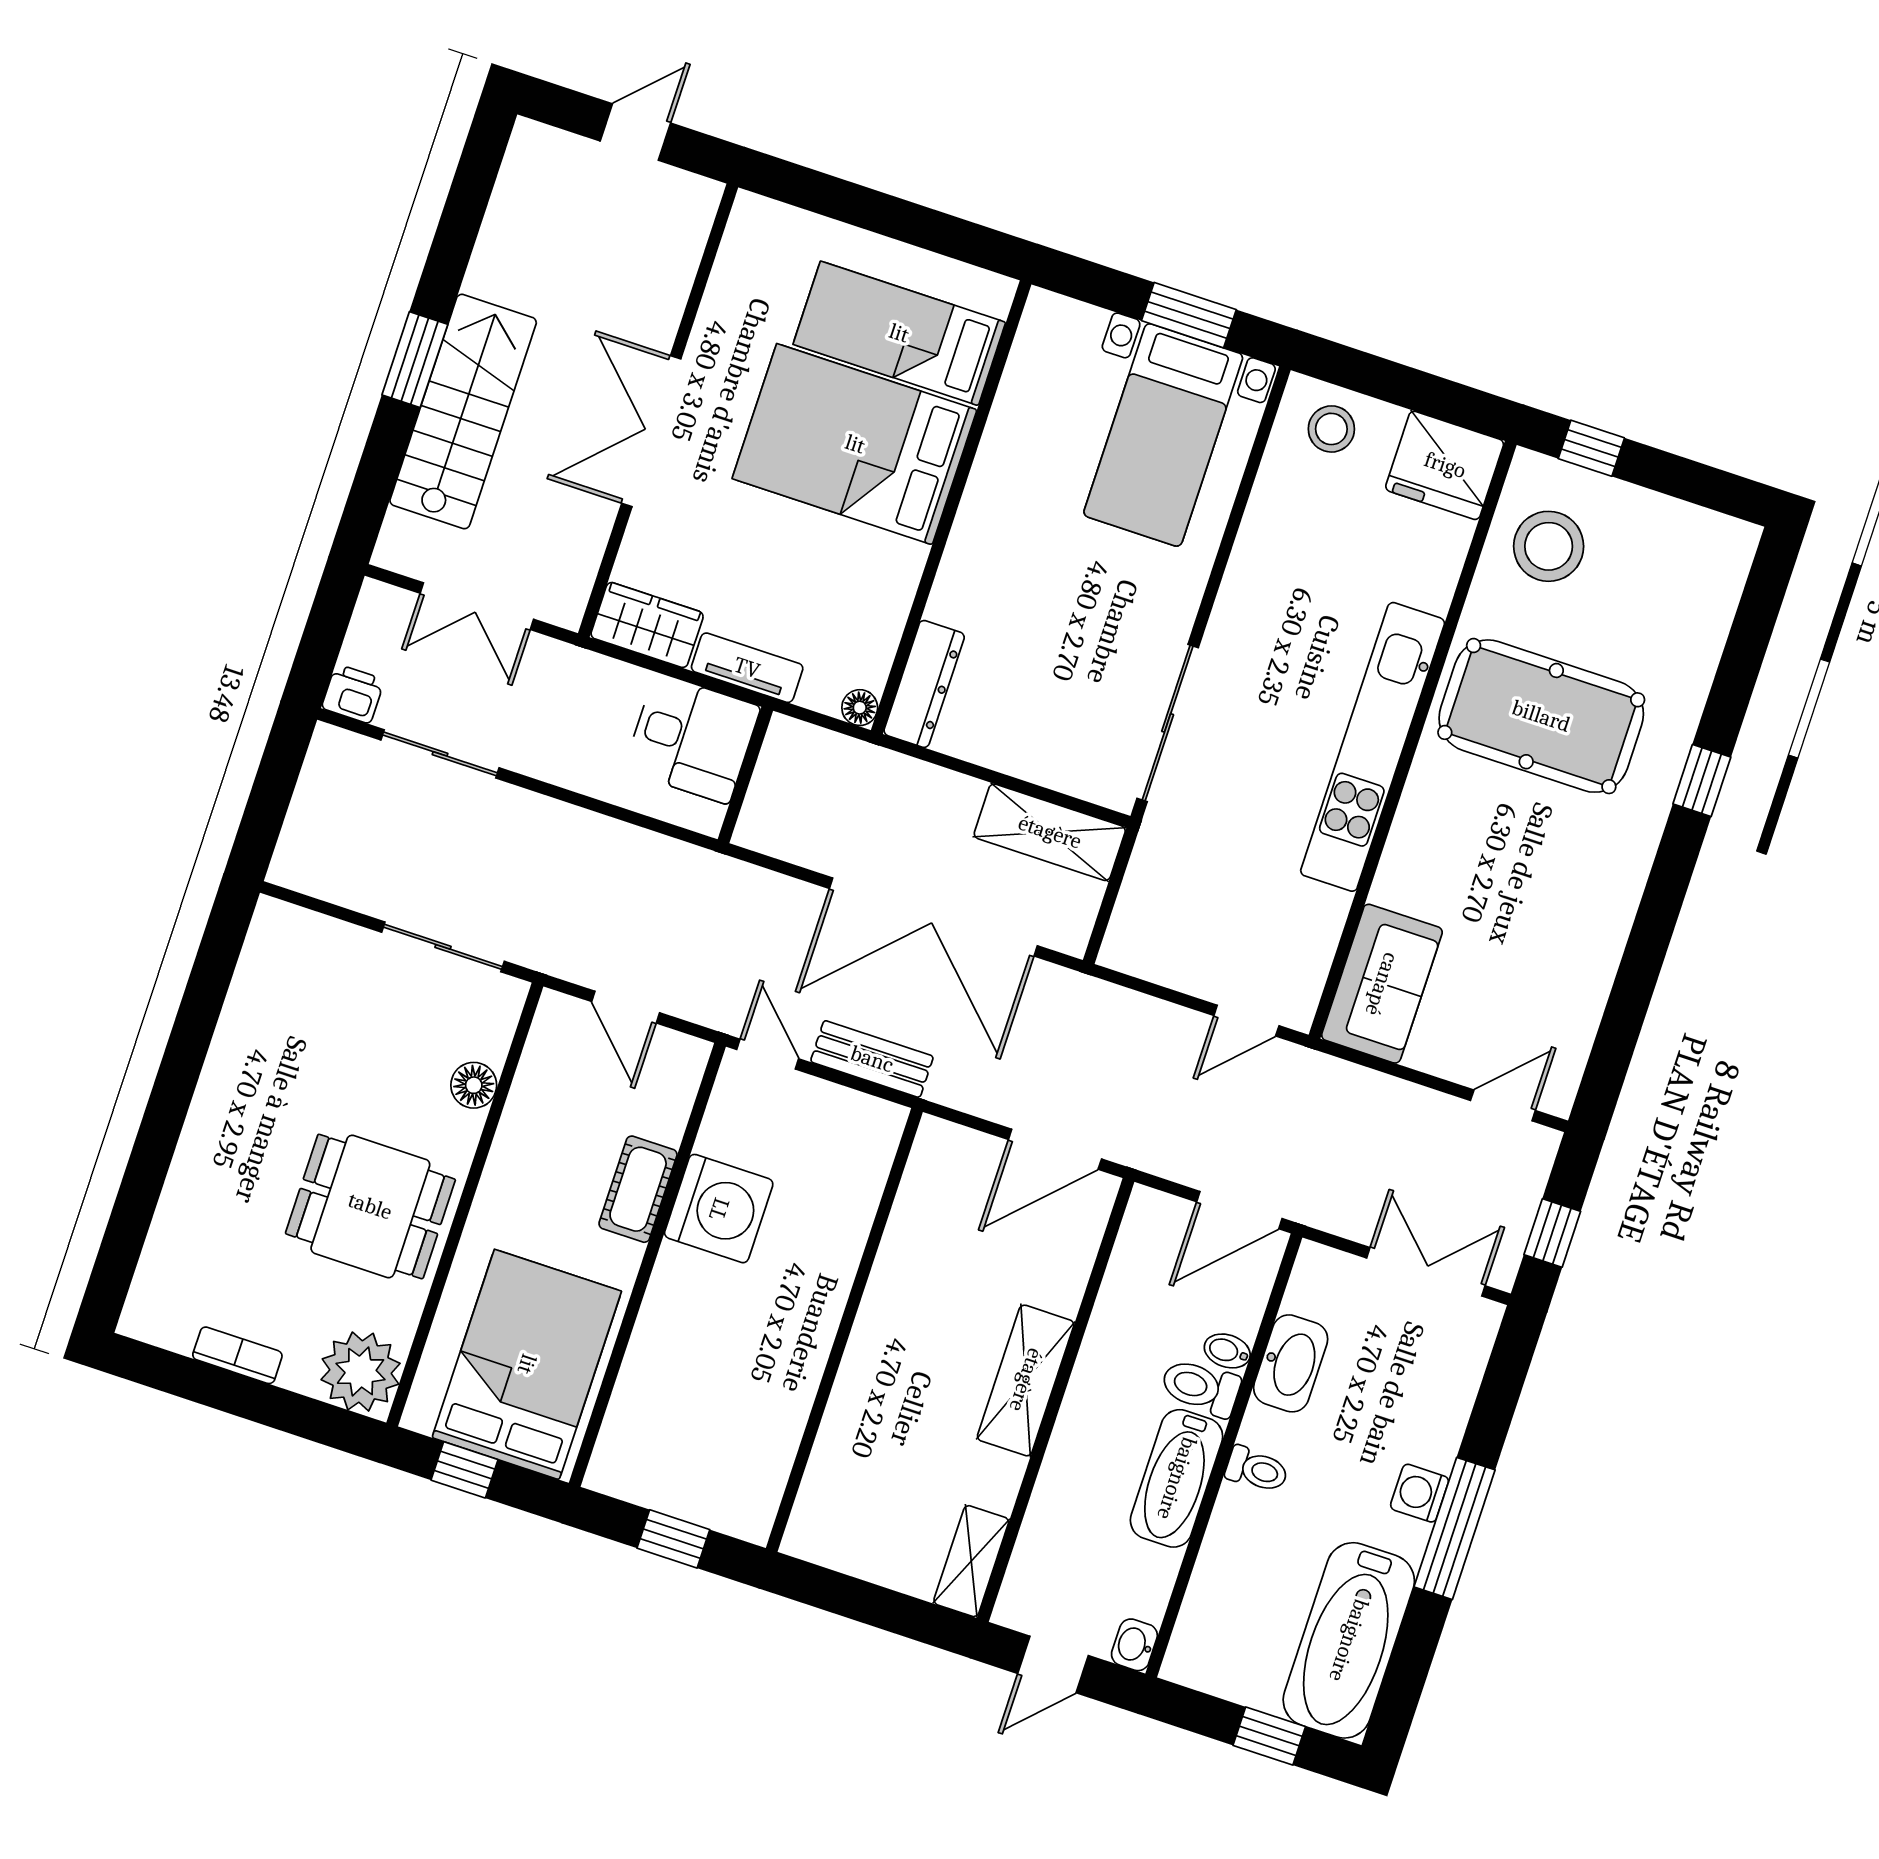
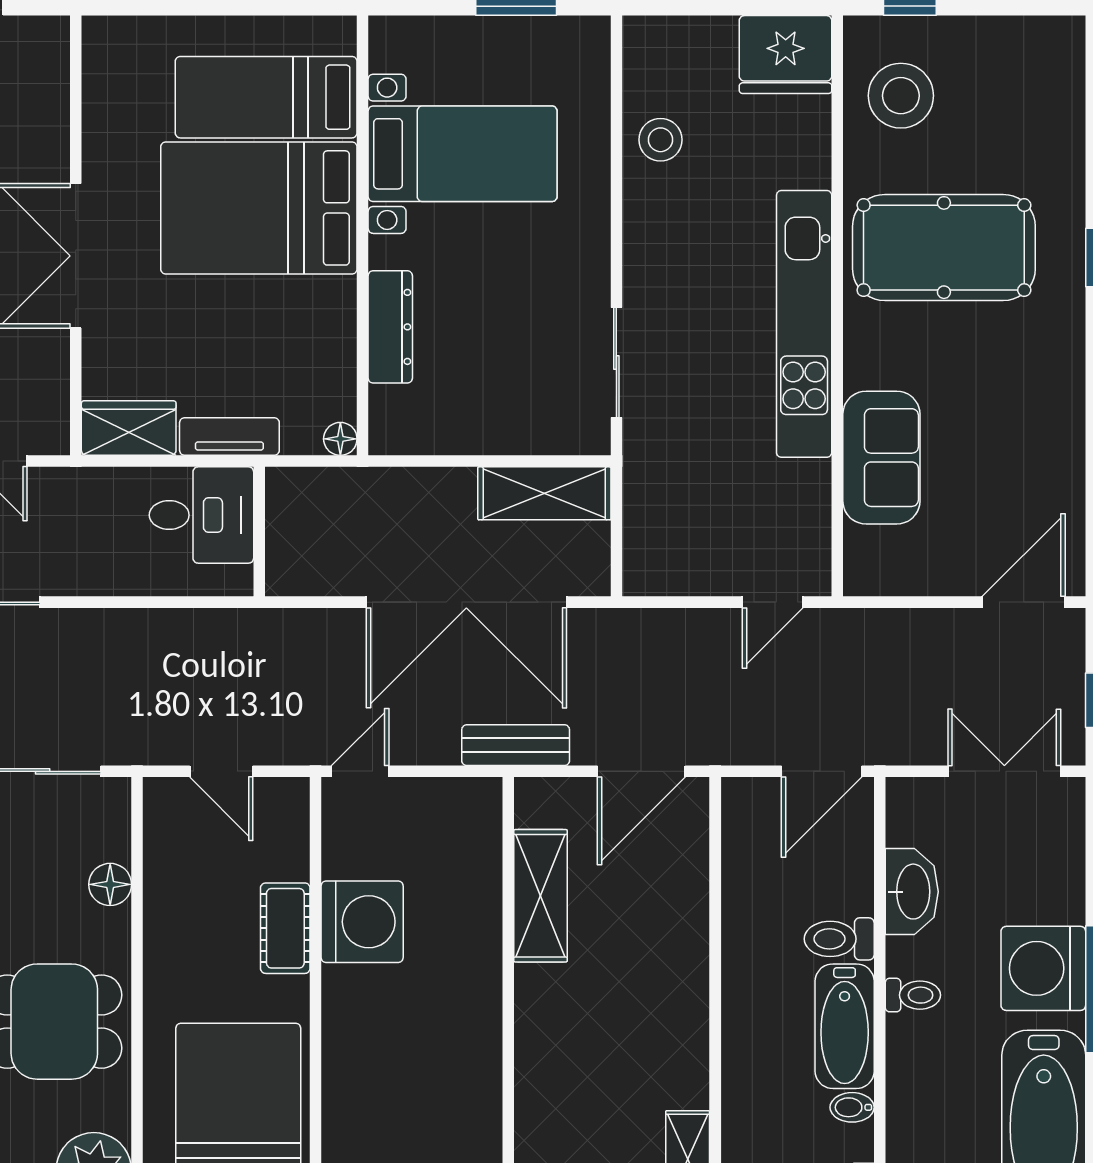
stool: (1331, 429) -> (661, 140), moved
bed with nightstands: (1163, 435) -> (463, 154), moved, turned -90
dresser: (924, 684) -> (390, 327), moved
sliding door: (1168, 723) -> (616, 363), width x0.73
sofa: (1382, 984) -> (881, 458), moved
door: (768, 1054) -> (360, 771), hinge flipped
bench: (872, 1059) -> (516, 745), moved
door: (1503, 1105) -> (1024, 602), width x1.38
bidet: (1227, 1351) -> (852, 1107), moved
shelving: (1026, 1380) -> (540, 896), moved
washing machine: (1420, 1493) -> (1043, 968), width x1.89, depth x1.89

